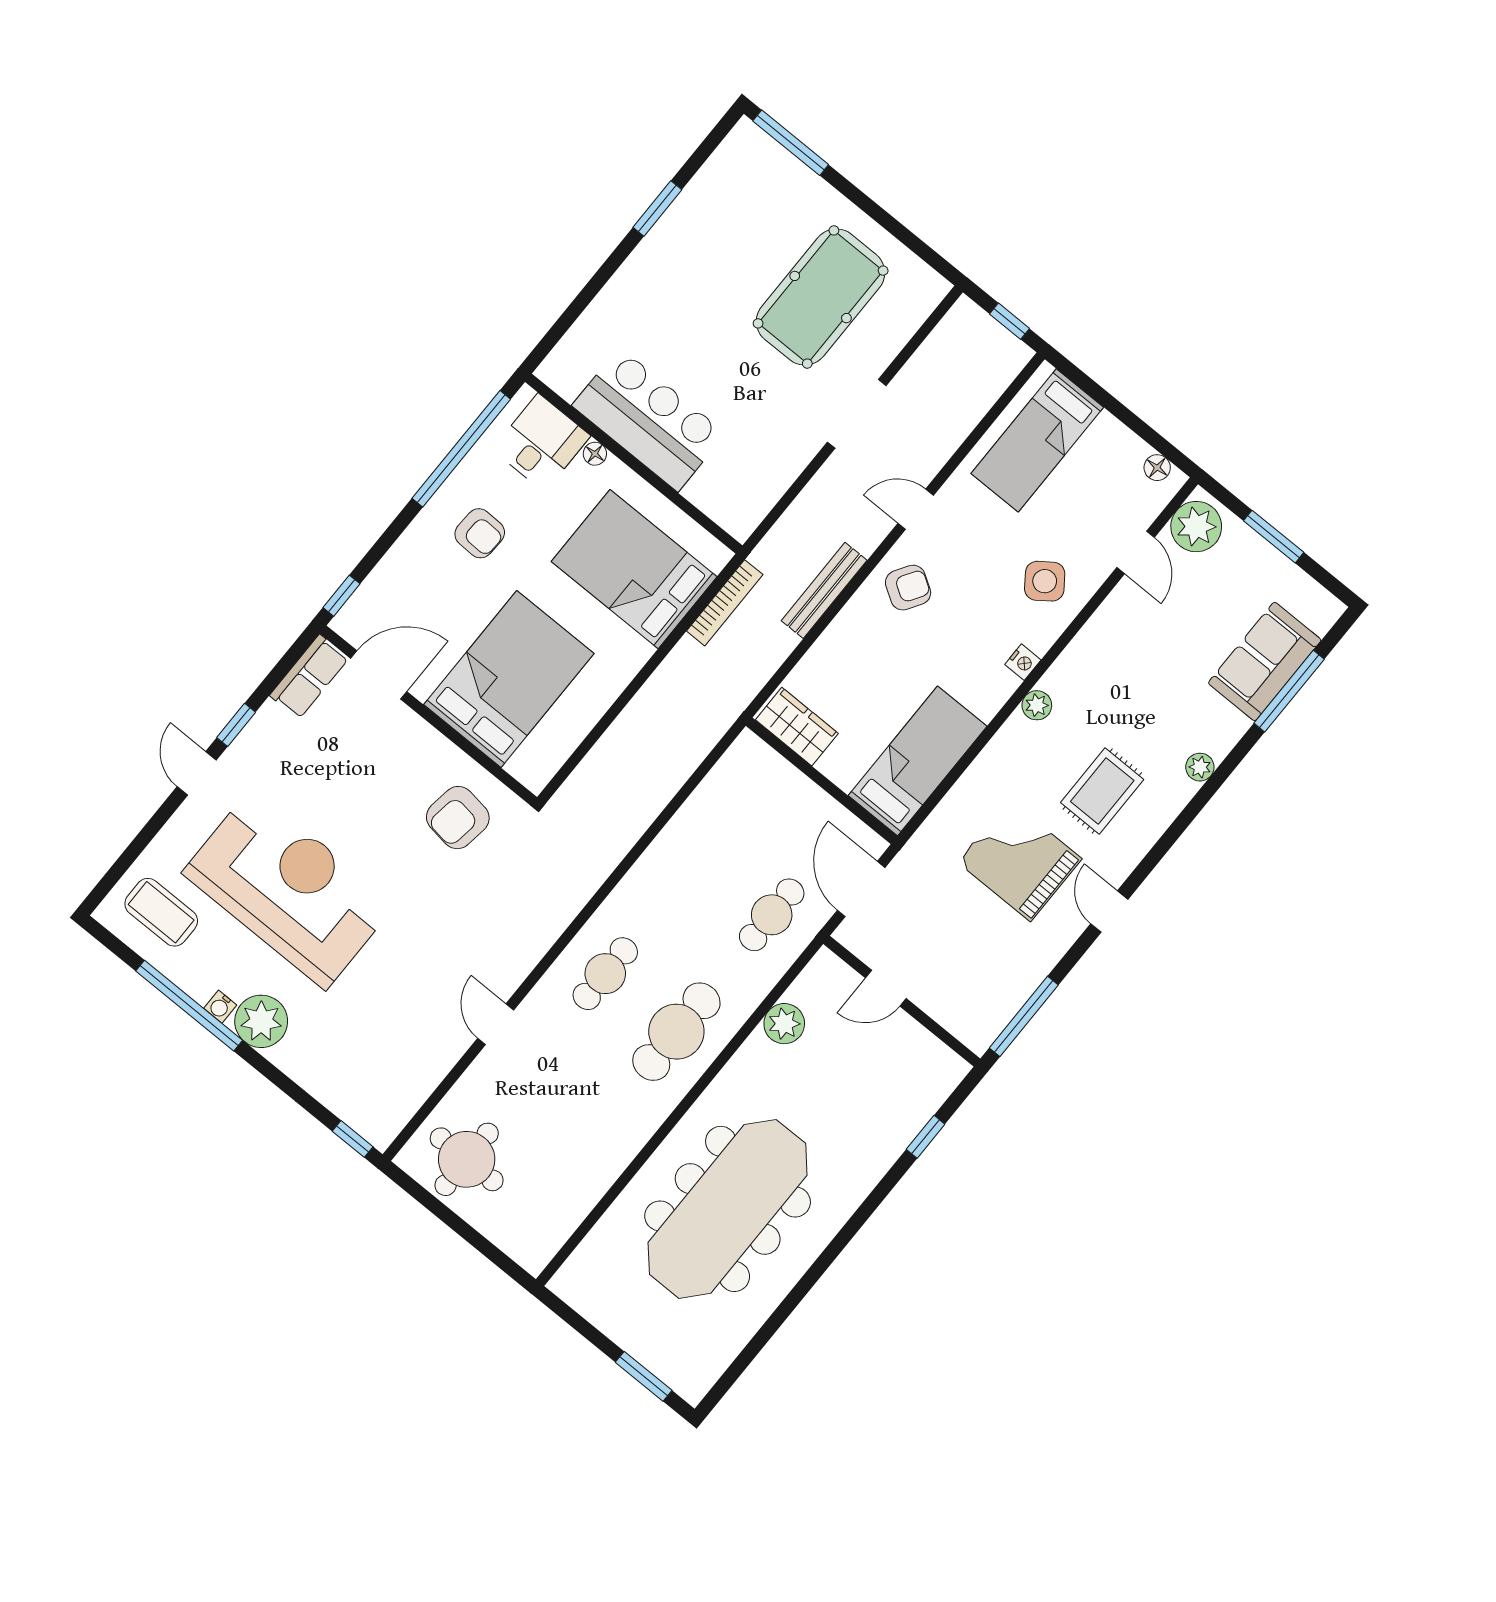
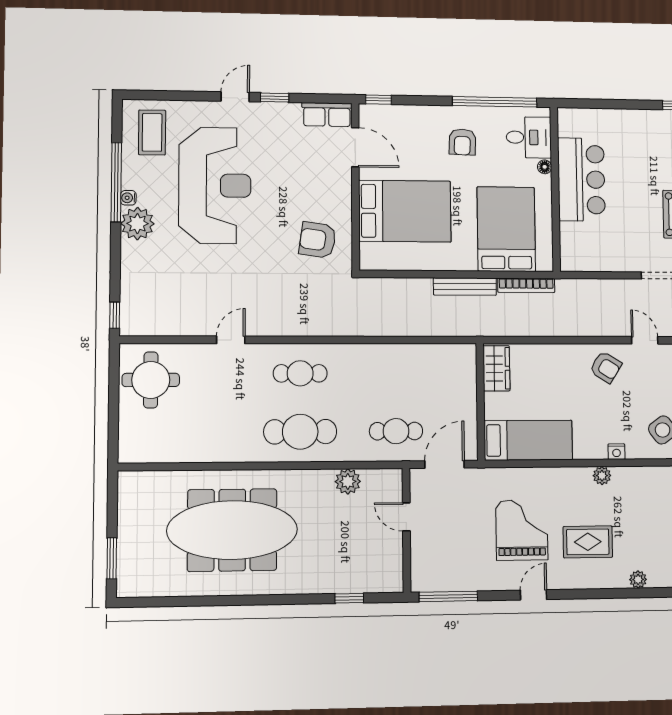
bench: (824, 590) -> (465, 286), moved

